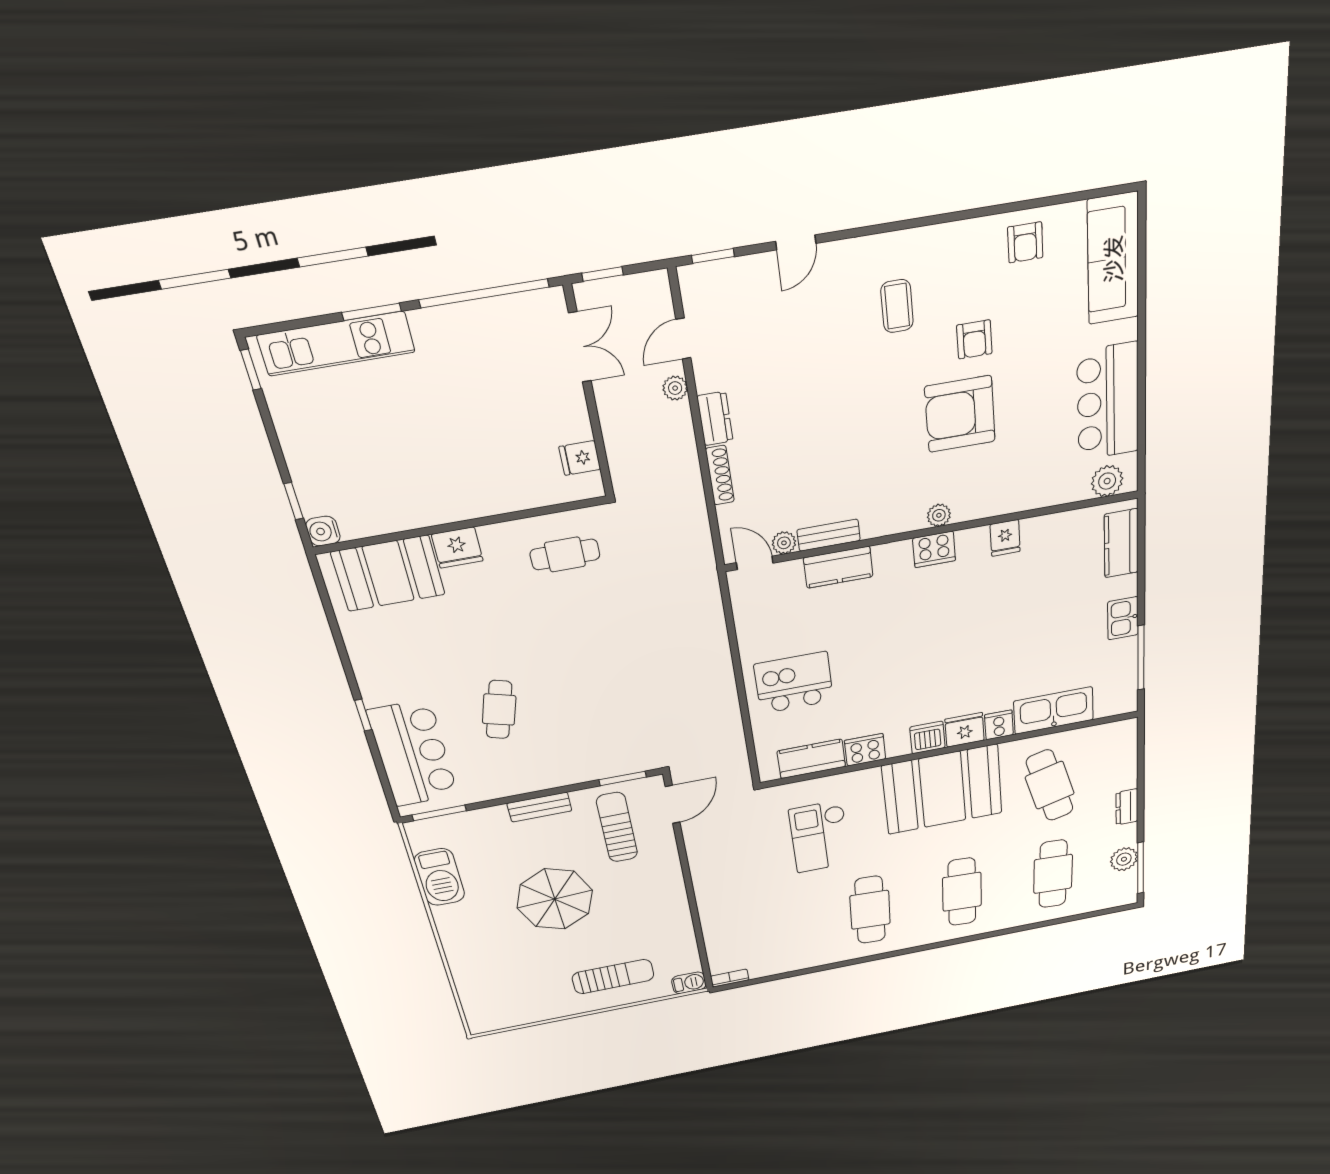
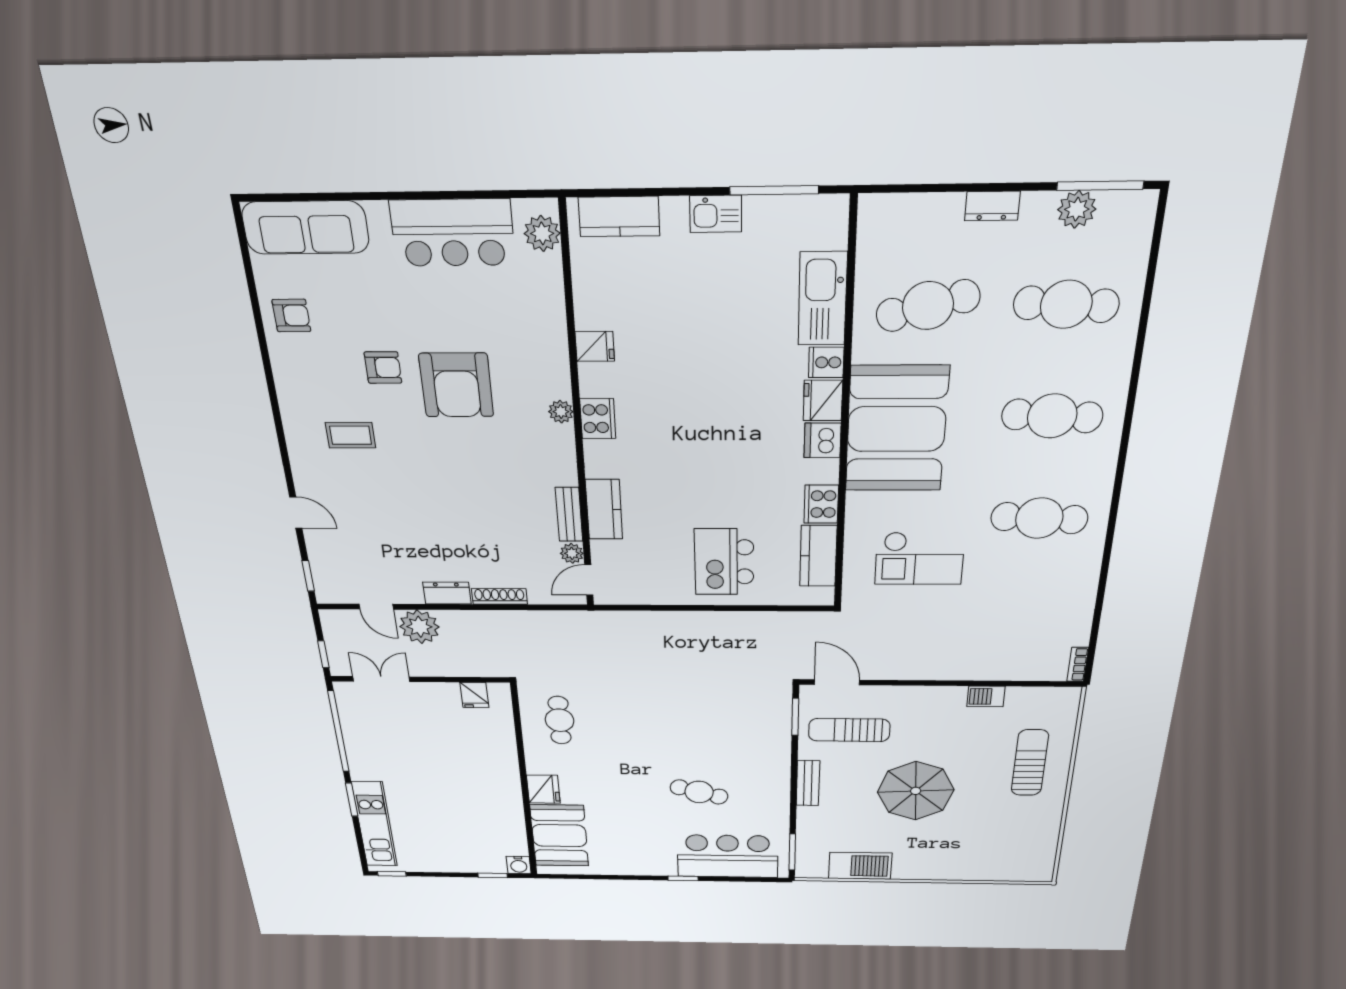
plant: (675, 388) -> (419, 627), width x1.87, depth x1.87
barbecue: (689, 983) -> (986, 696), moved, turned -90

